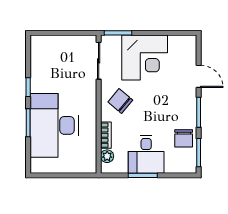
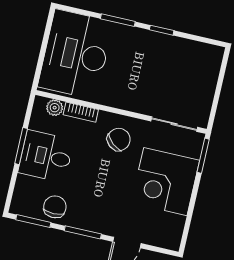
desk: (54, 125) -> (76, 54), moved, turned -90
chair: (184, 138) -> (55, 207), turned 90

